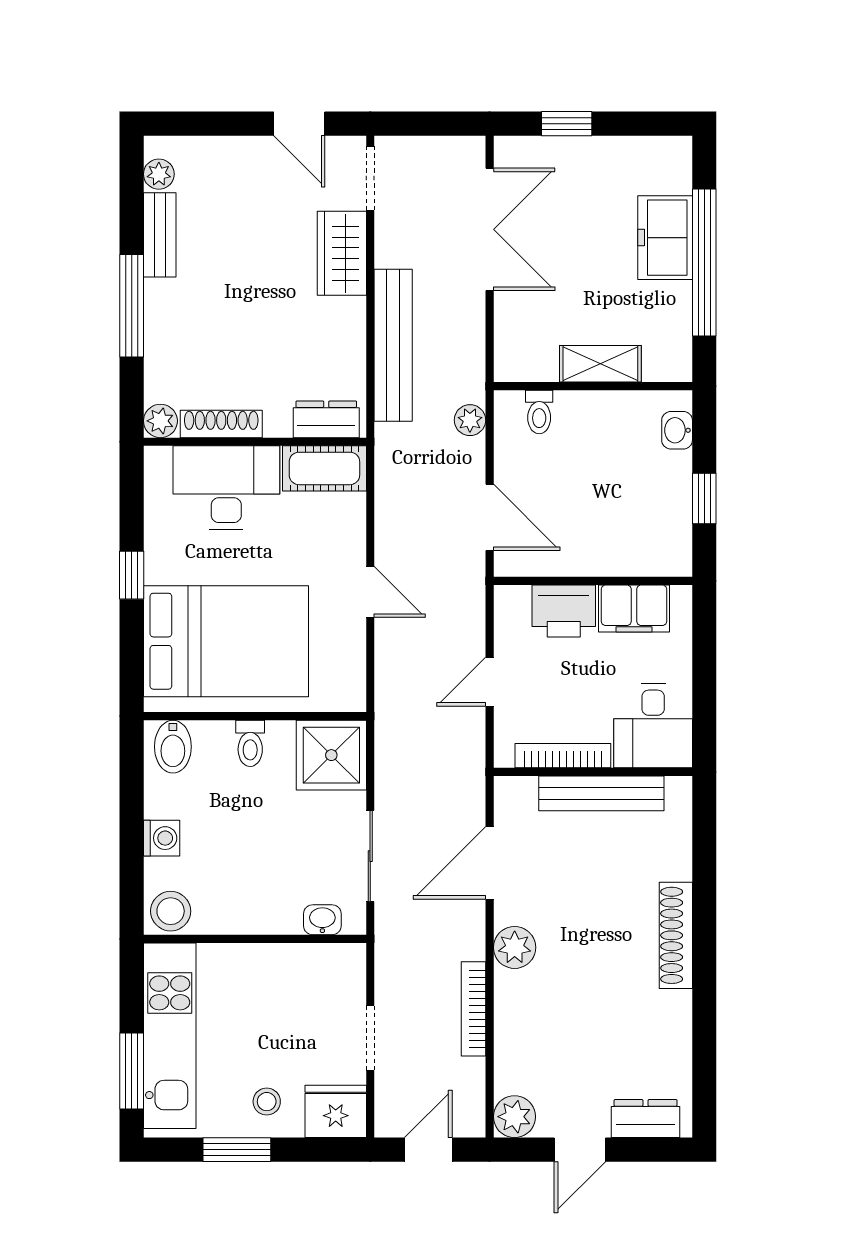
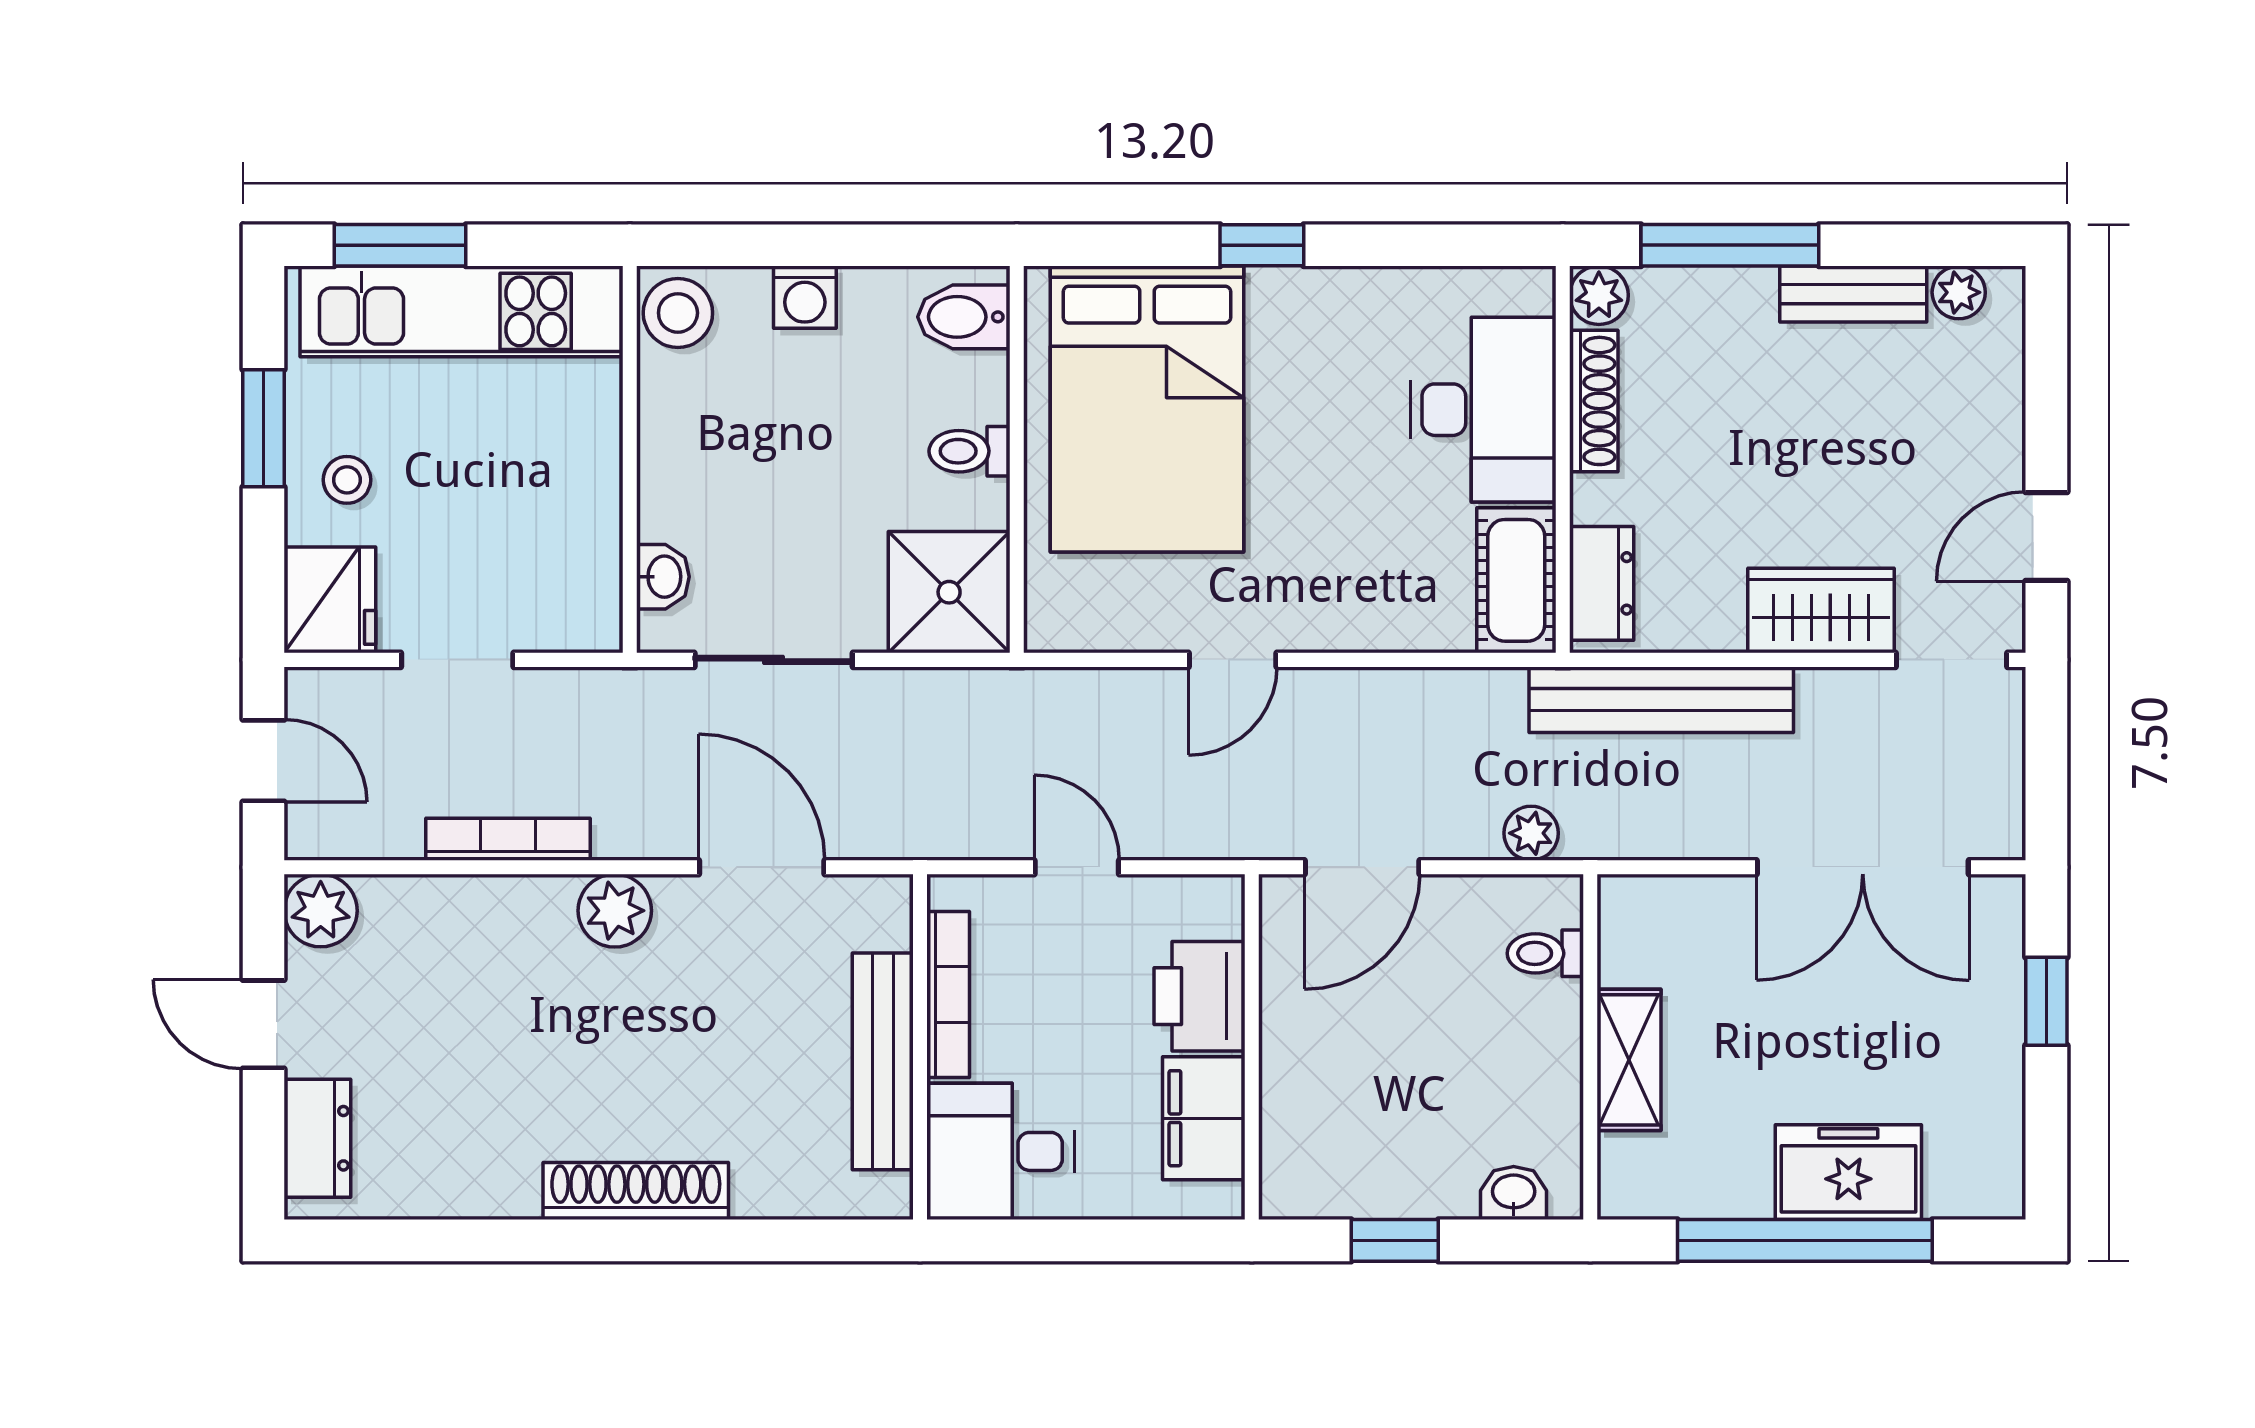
dresser: (326, 419) -> (1602, 583), moved
plant: (160, 421) -> (1599, 295), moved
shoe rack: (221, 424) -> (1594, 401), moved
wall: (255, 442) -> (1563, 459), moved
cot: (324, 468) -> (1516, 580), moved
desk: (226, 488) -> (1483, 410), moved

